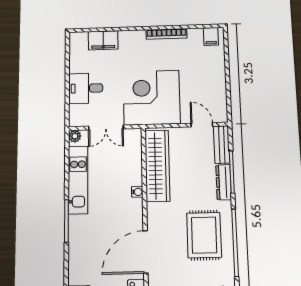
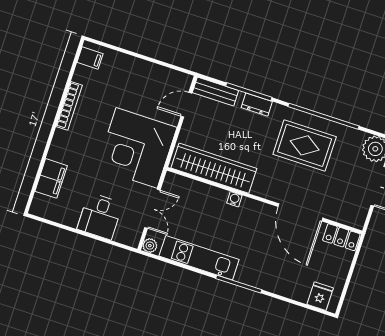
dresser: (224, 182) -> (257, 105), width x0.70

